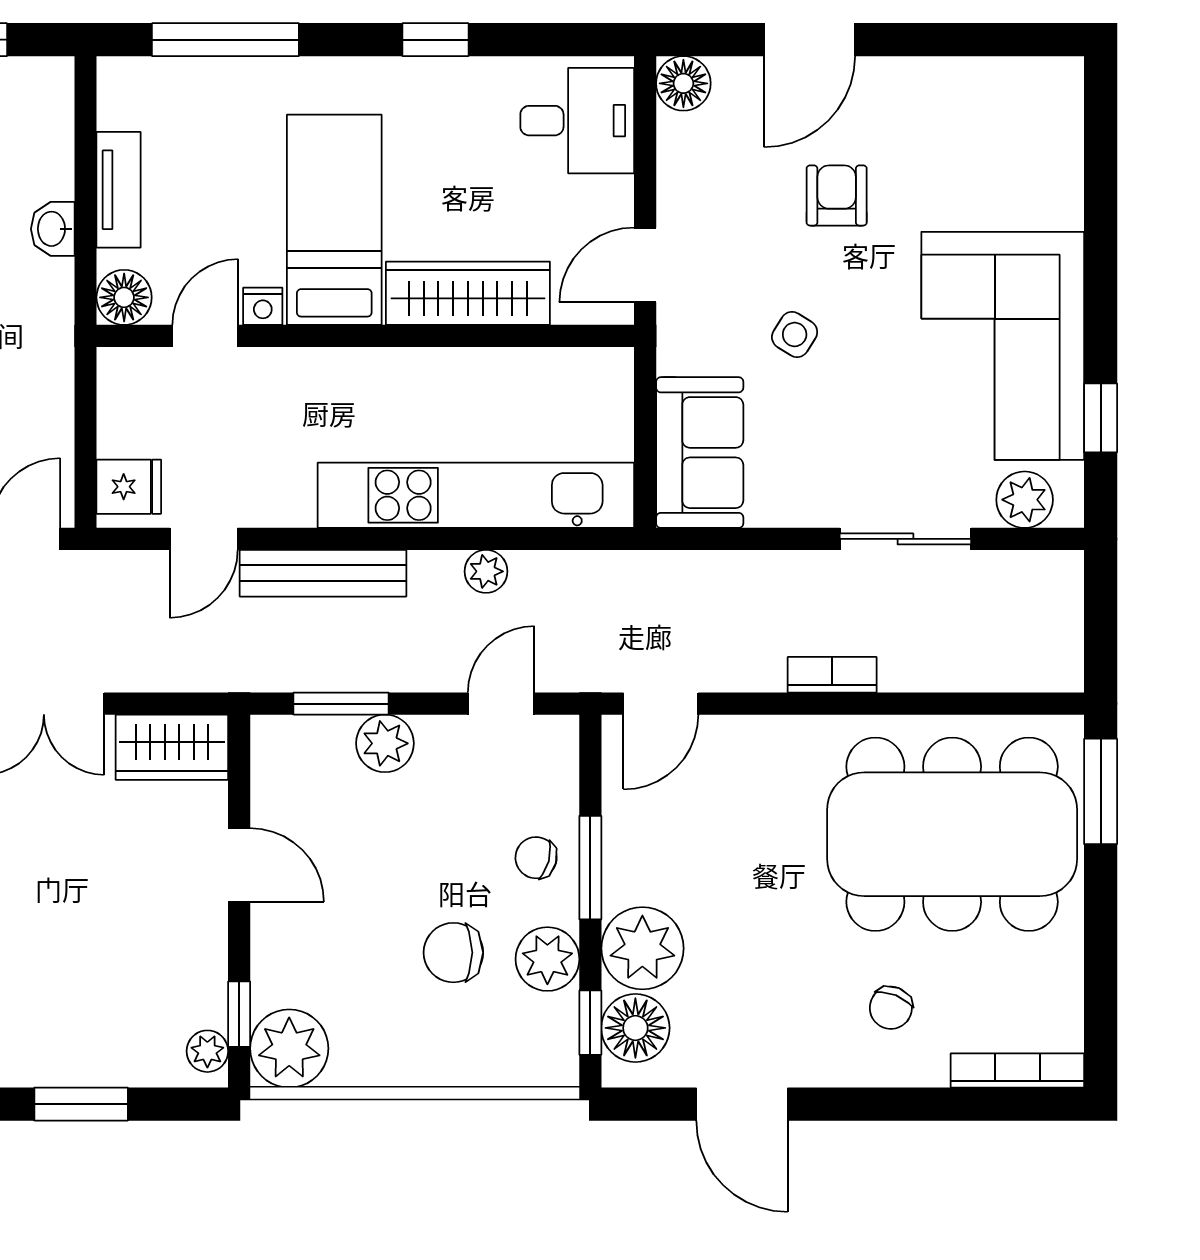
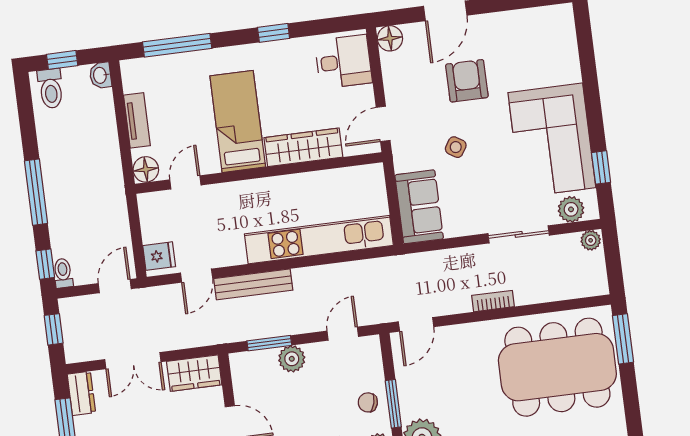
armchair: (837, 195) -> (467, 81), width x1.38, depth x1.38
washbasin: (53, 229) -> (100, 75), moved
nightstand: (263, 306) -> (210, 165), removed
plant: (486, 571) -> (591, 240), moved

